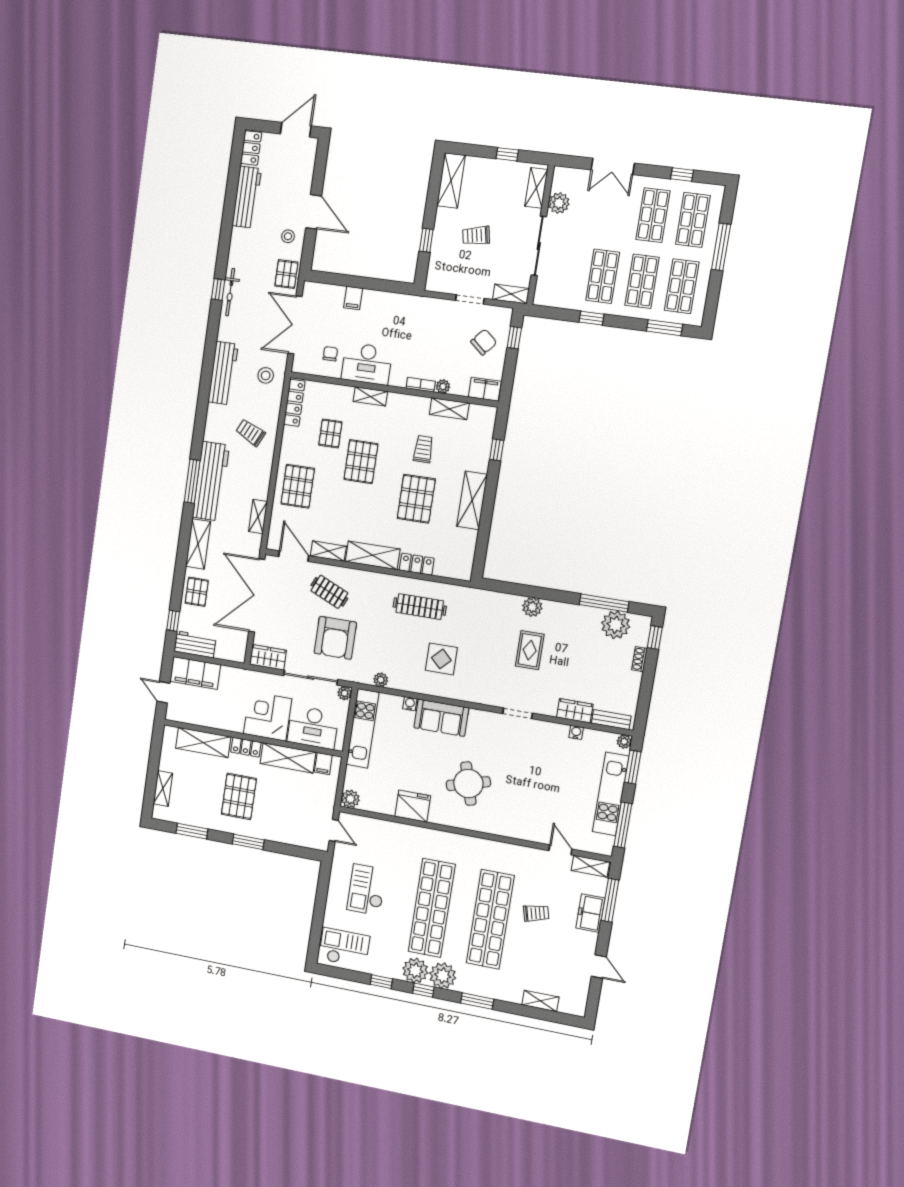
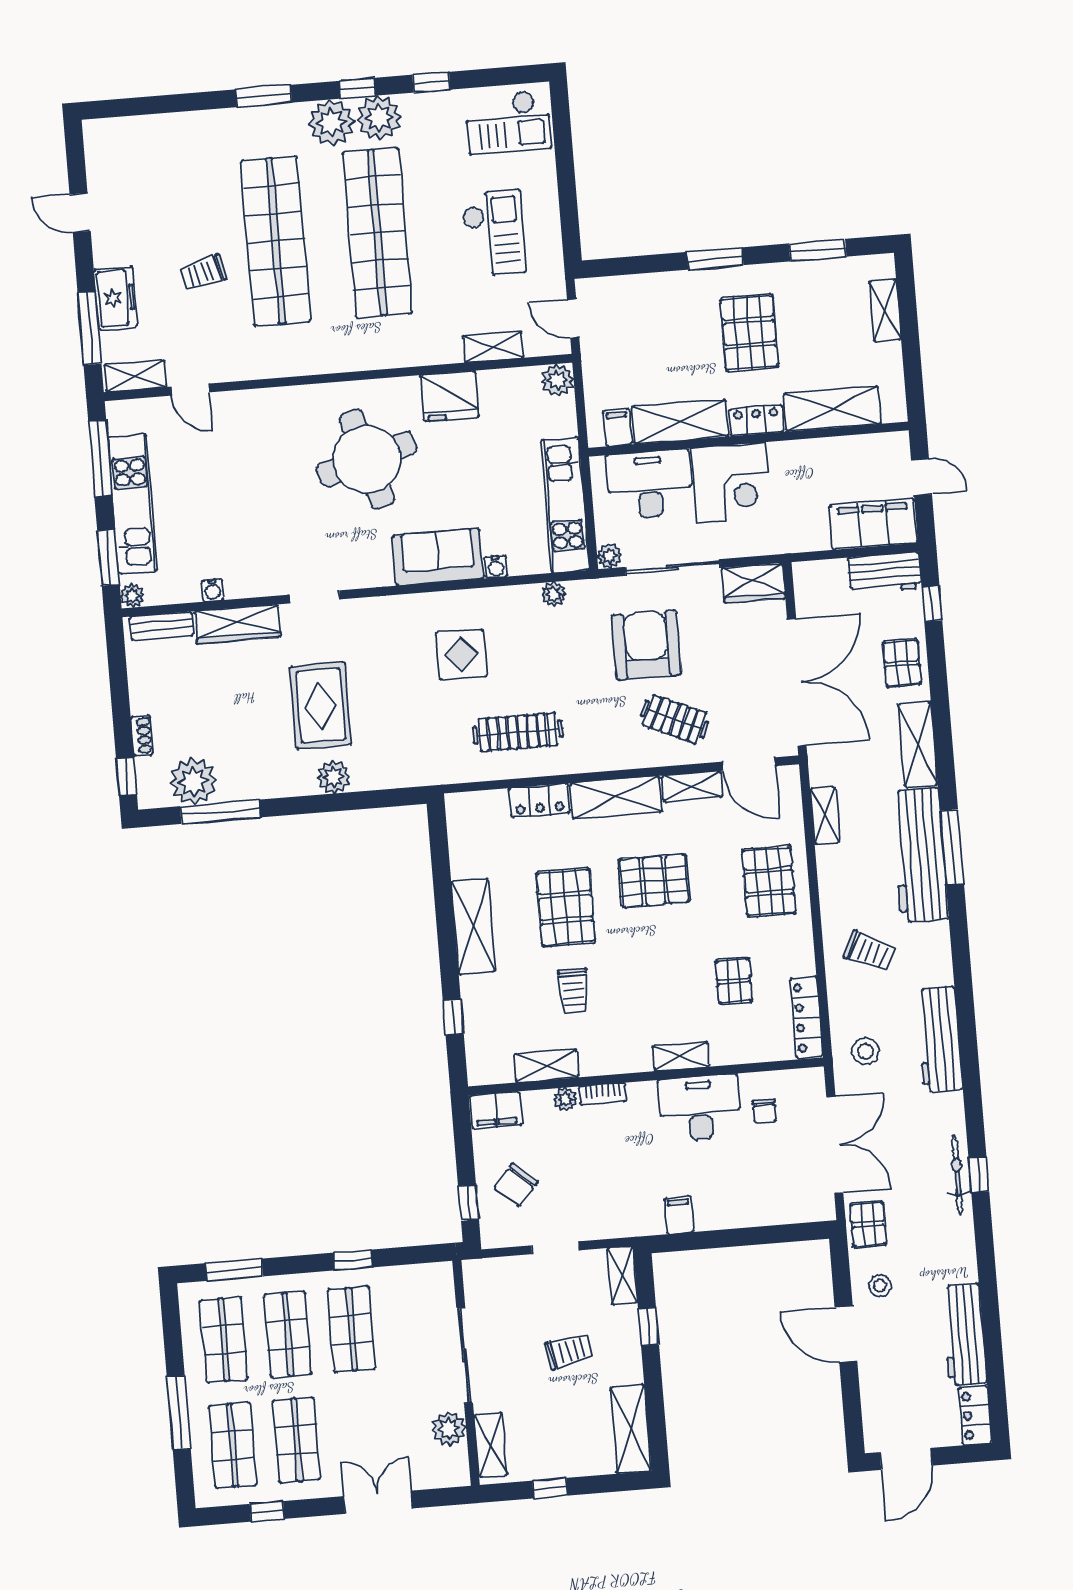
shelving: (511, 294) -> (623, 1275), moved, turned 90
filing cabinet: (353, 298) -> (679, 1215), moved
pallet: (361, 462) -> (654, 881), moved, turned 90
rug: (530, 650) -> (321, 706), width x1.36, depth x1.43
wardrobe: (575, 711) -> (238, 624), width x1.50
round table: (468, 784) -> (367, 459), width x1.36, depth x1.36
shelving: (540, 1001) -> (493, 347), moved

